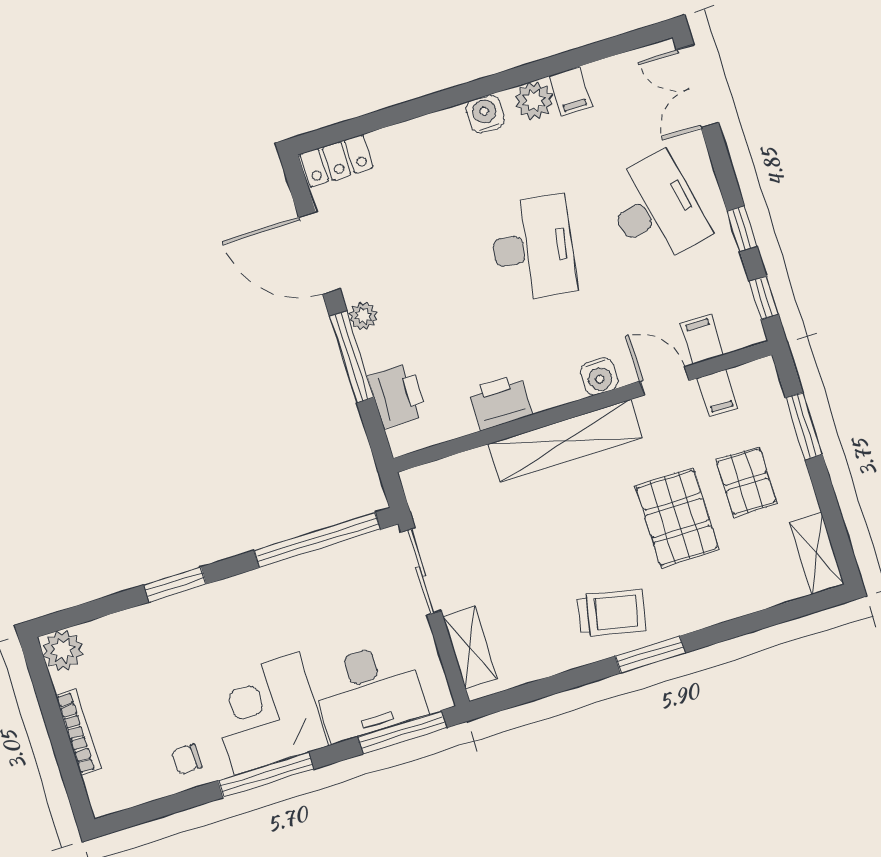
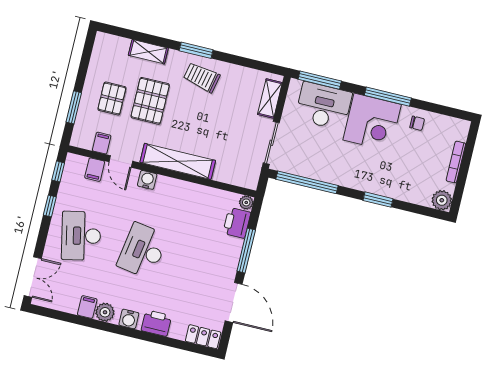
plant: (363, 316) -> (246, 202), moved
printer: (500, 402) -> (156, 323), moved, turned 180
shelving: (817, 553) -> (148, 52), moved, turned 90

